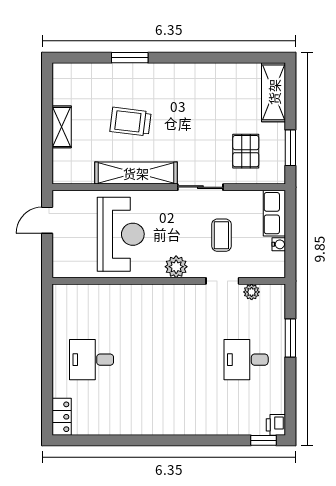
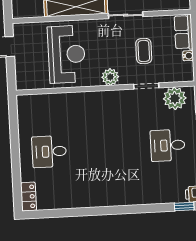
plant: (252, 292) -> (175, 98), width x1.87, depth x1.87

